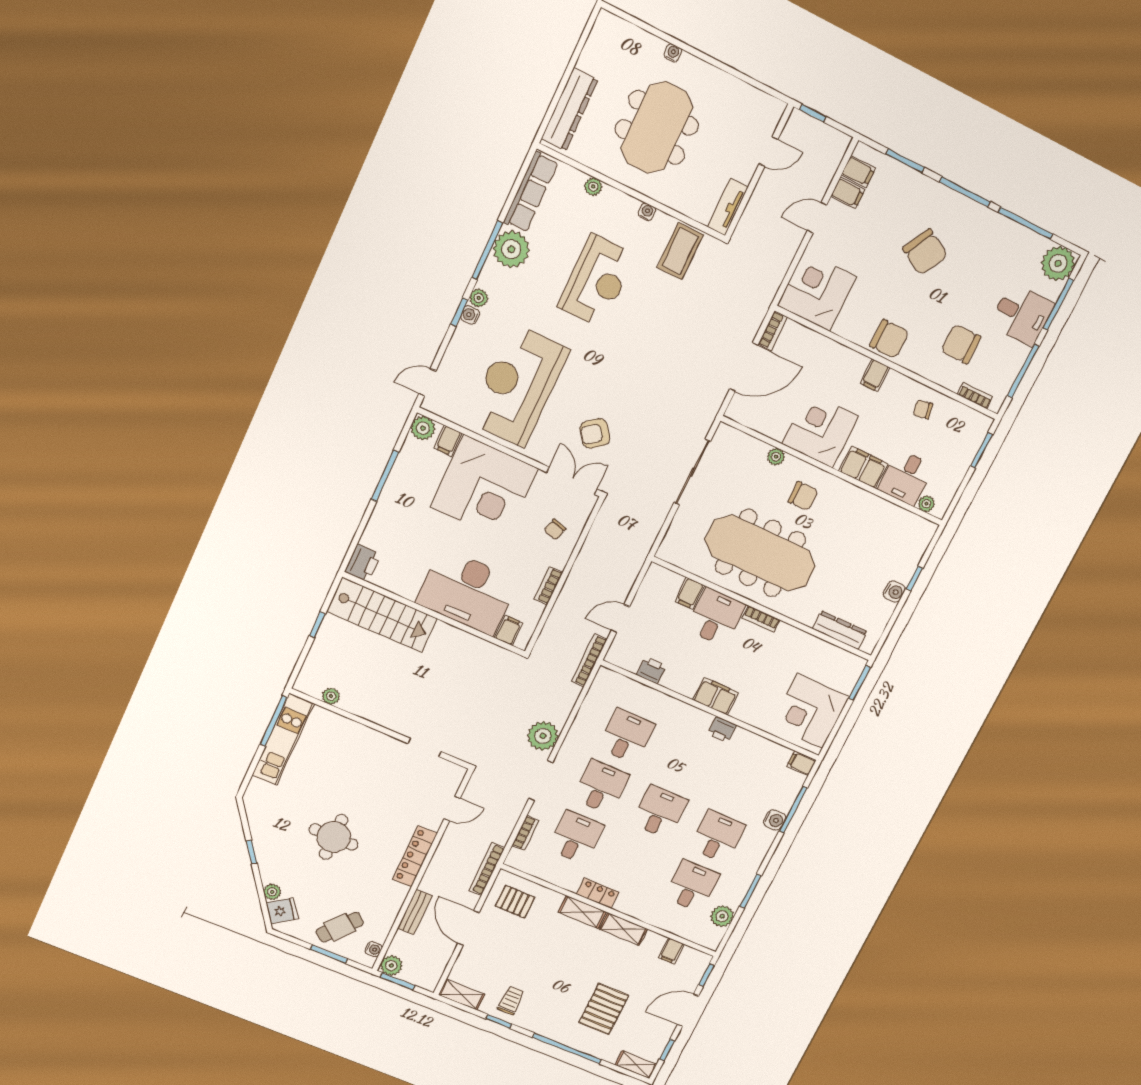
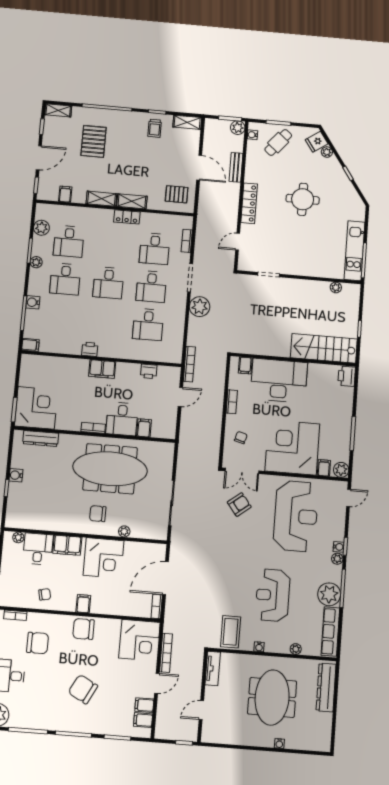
corner desk: (810, 711) -> (36, 408), moved
bookcase: (487, 869) -> (166, 653), moved
plant: (748, 872) -> (36, 262), added

